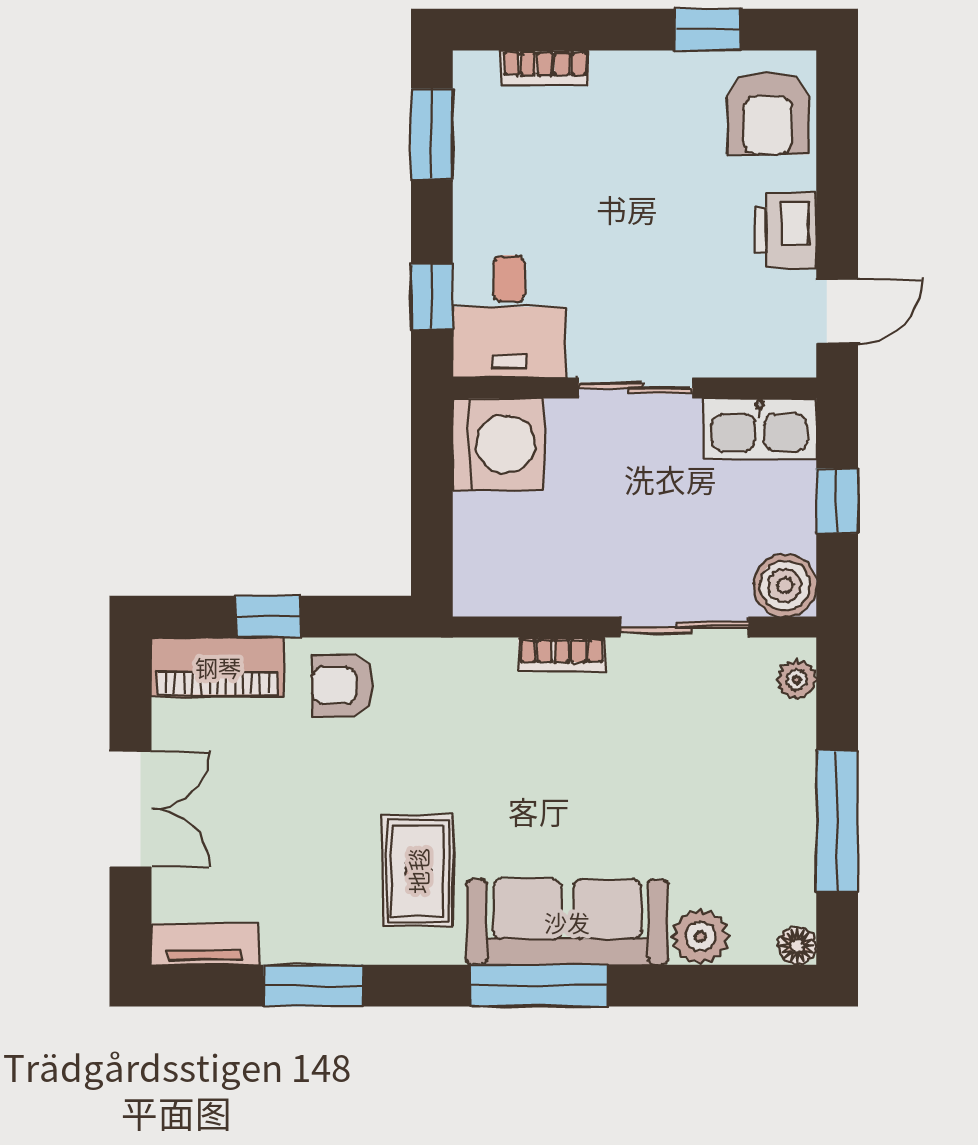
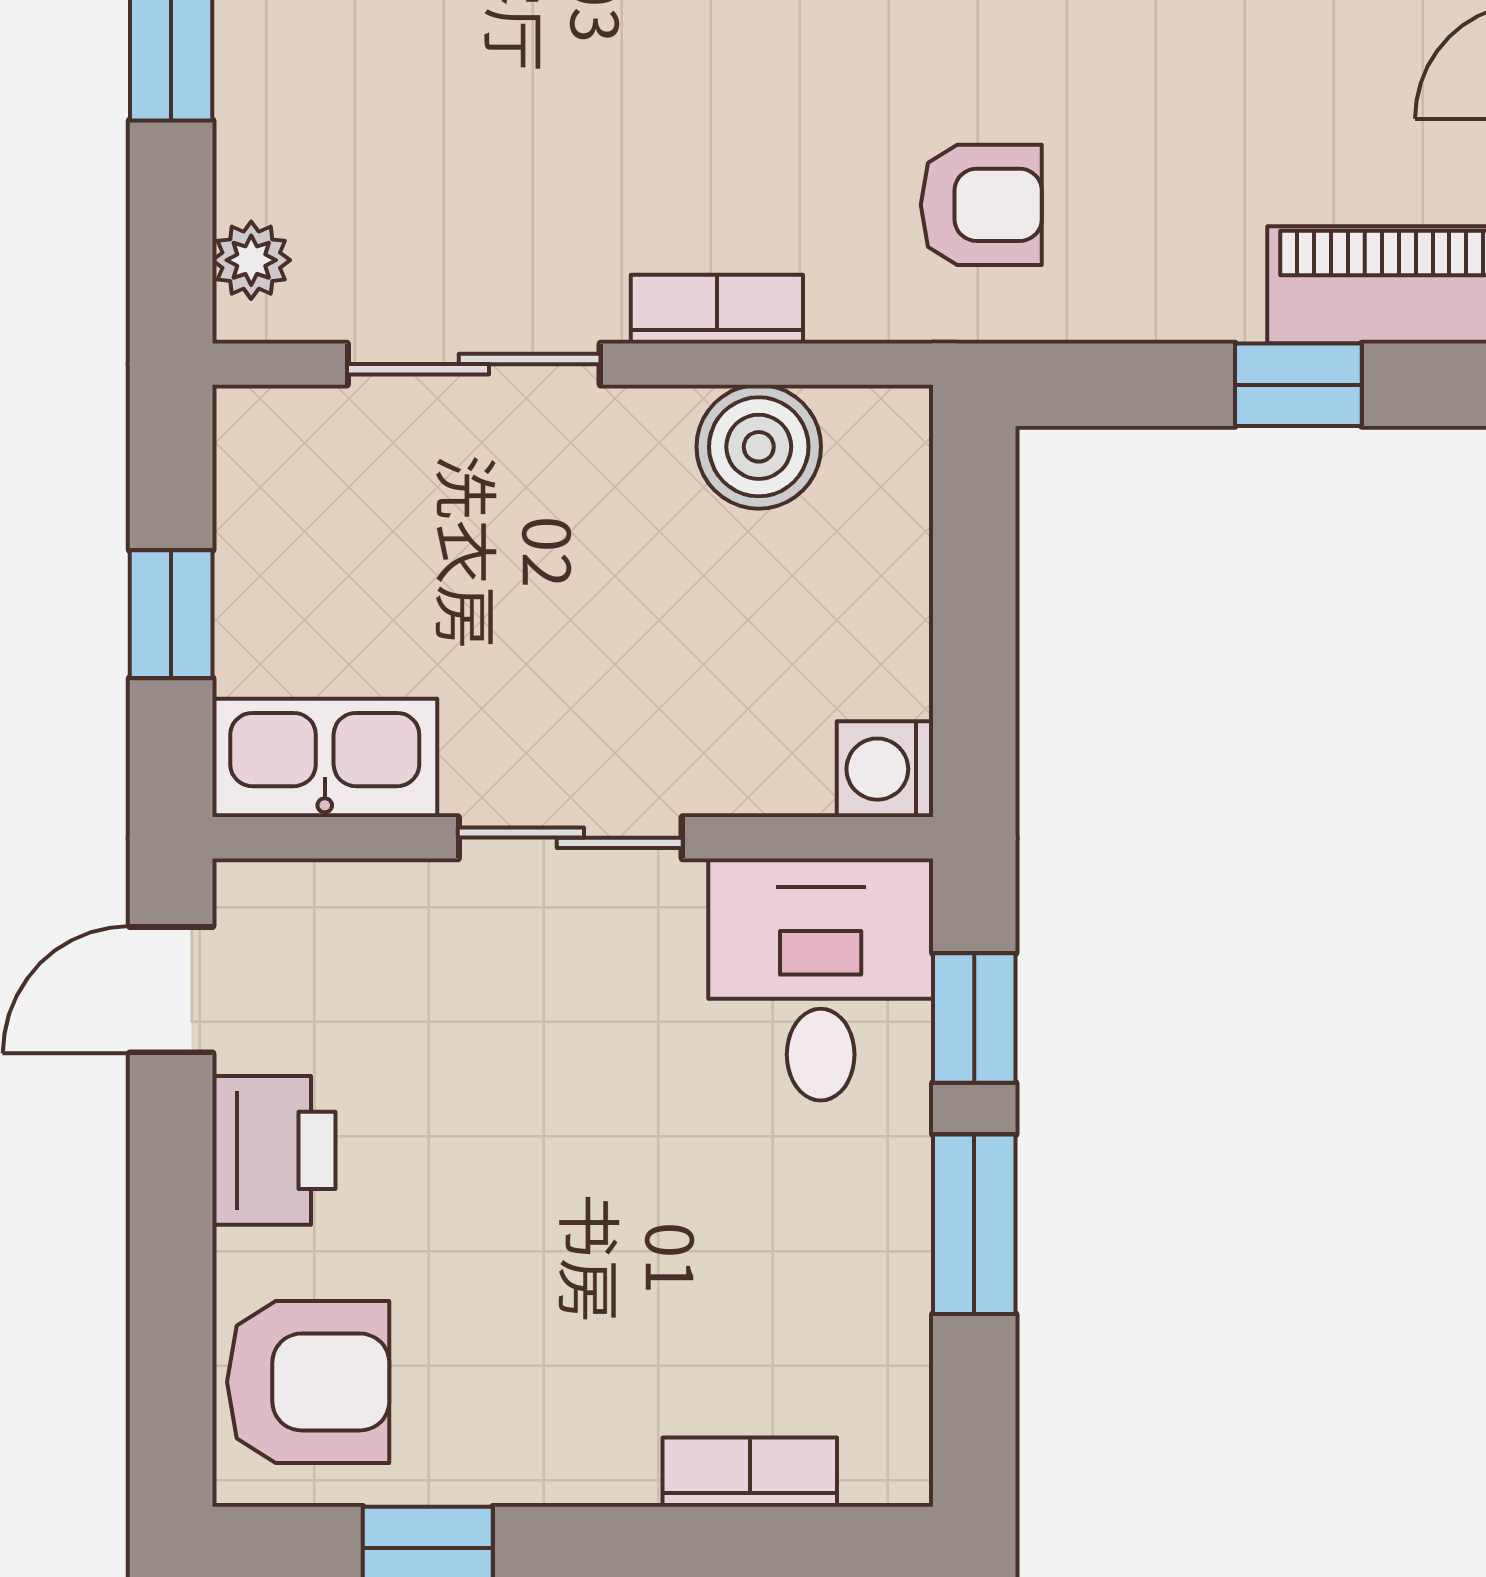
armchair: (768, 113) -> (308, 1382), turned 90
window: (432, 134) -> (974, 1224), moved
washing machine: (498, 444) -> (885, 769), width x0.53, depth x0.53
boiler: (785, 585) -> (759, 447), moved
armchair: (343, 685) -> (981, 205), moved

